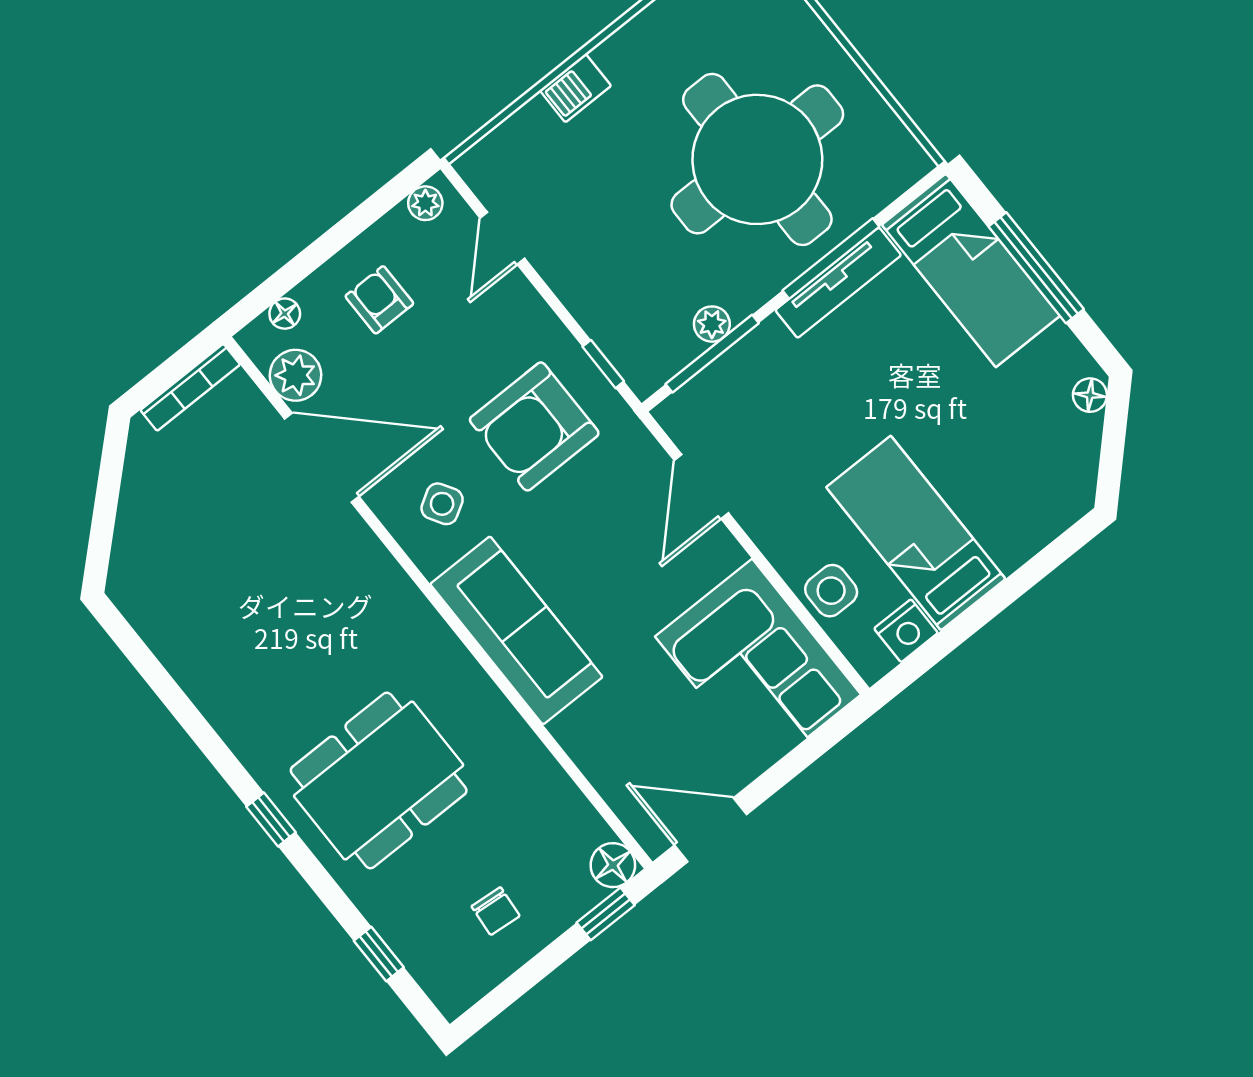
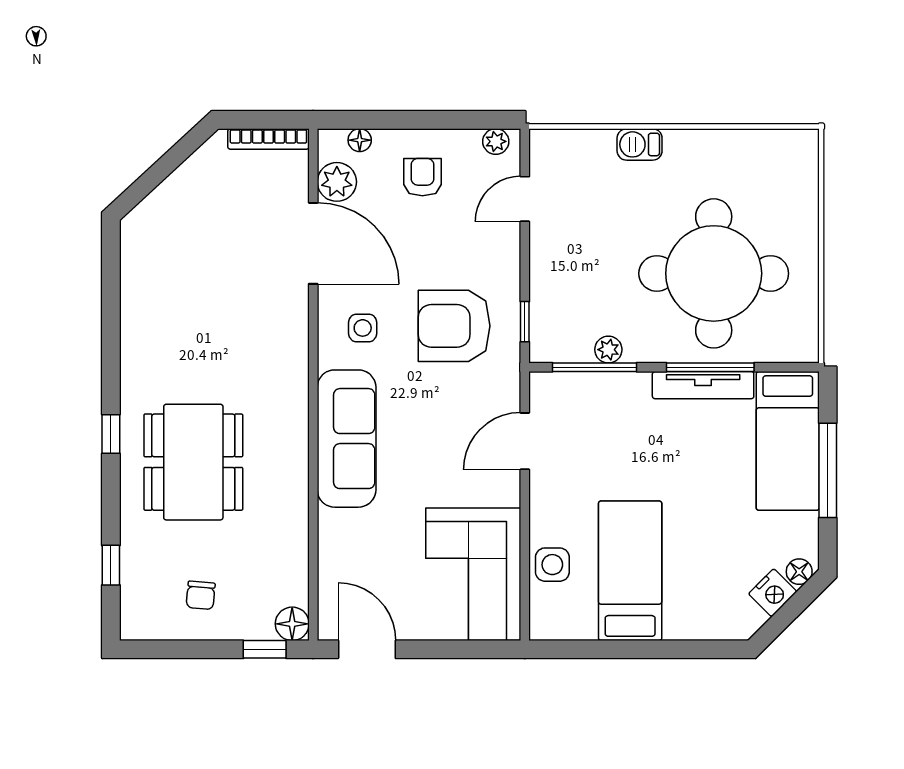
side table: (442, 504) -> (363, 328), turned 31
nightstand: (906, 631) -> (773, 593), moved, turned -45
dining table: (379, 780) -> (193, 462), turned 90

